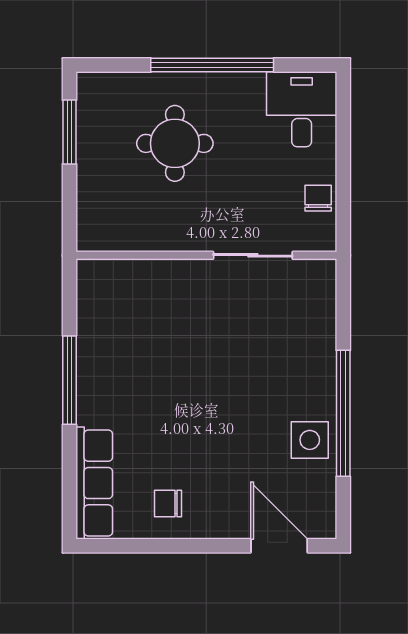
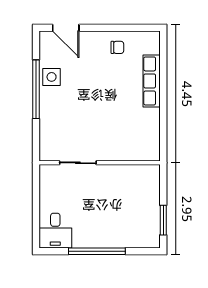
round table: (175, 143) -> (114, 215), removed
chair: (318, 198) -> (48, 189), removed
window: (69, 380) -> (163, 105), removed
row of seats: (94, 483) -> (152, 81), moved

